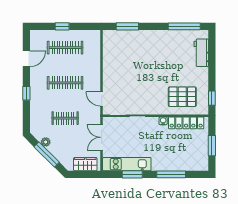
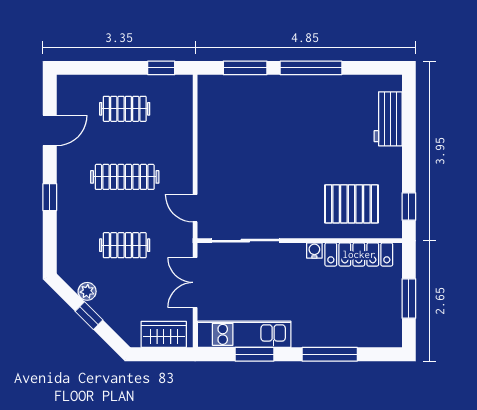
window: (62, 26) -> (161, 68), moved
window: (184, 26) -> (311, 68), moved
clothes rail: (65, 48) -> (125, 109), width x0.73
window: (47, 154) -> (89, 316), width x0.46

